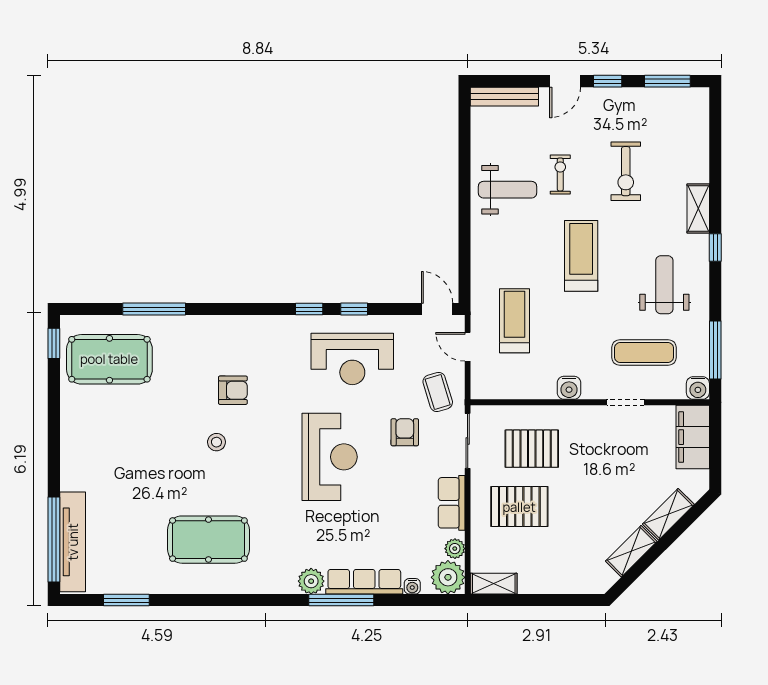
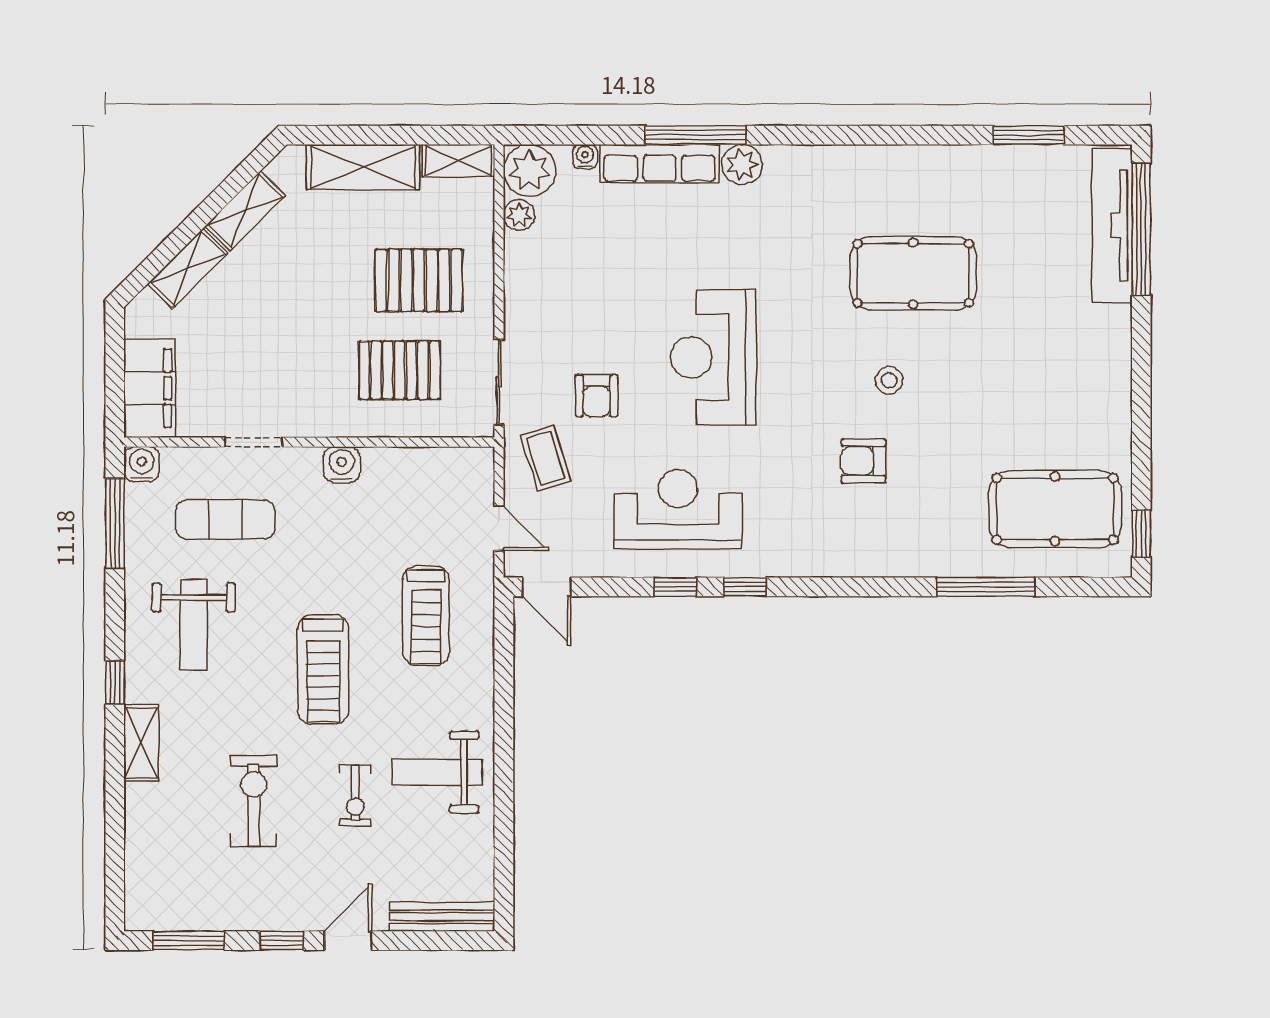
treadmill: (515, 321) -> (426, 616), moved
row of seats: (452, 503) -> (524, 286), removed
pool table: (208, 540) -> (913, 273), moved
shelving: (555, 580) -> (363, 167), added

